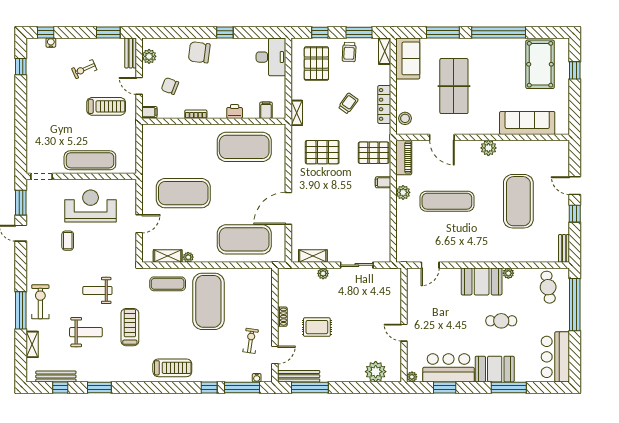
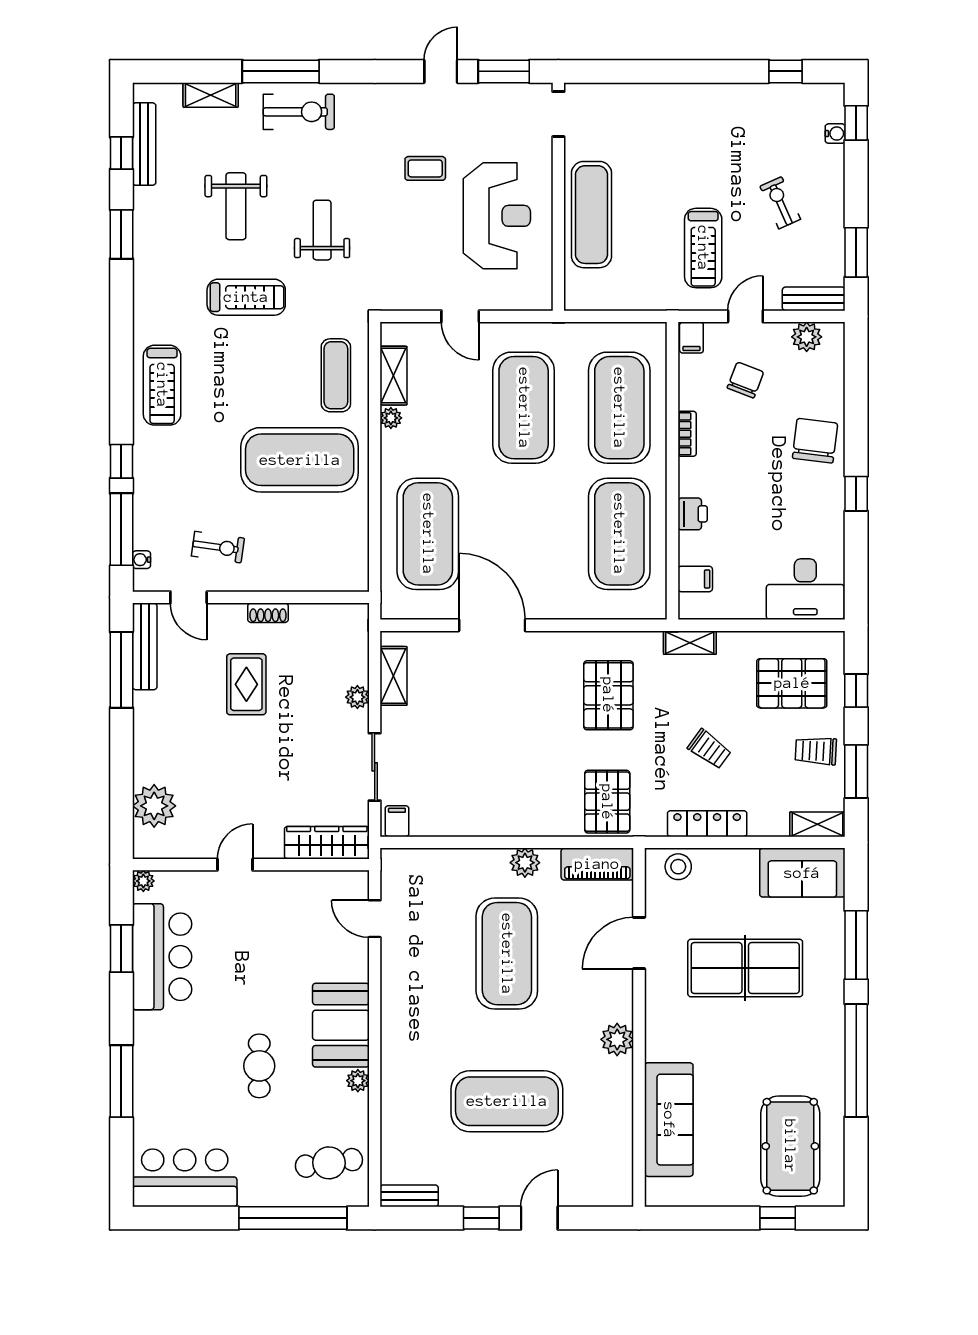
pool table: (540, 64) -> (790, 1146), turned 90
exercise mat: (183, 147) -> (619, 408), added
filing cabinet: (383, 182) -> (397, 821), moved
exercise mat: (447, 201) -> (507, 954), width x1.47
wardrobe: (393, 288) -> (327, 843), added
booth: (495, 369) -> (159, 1052), removed

